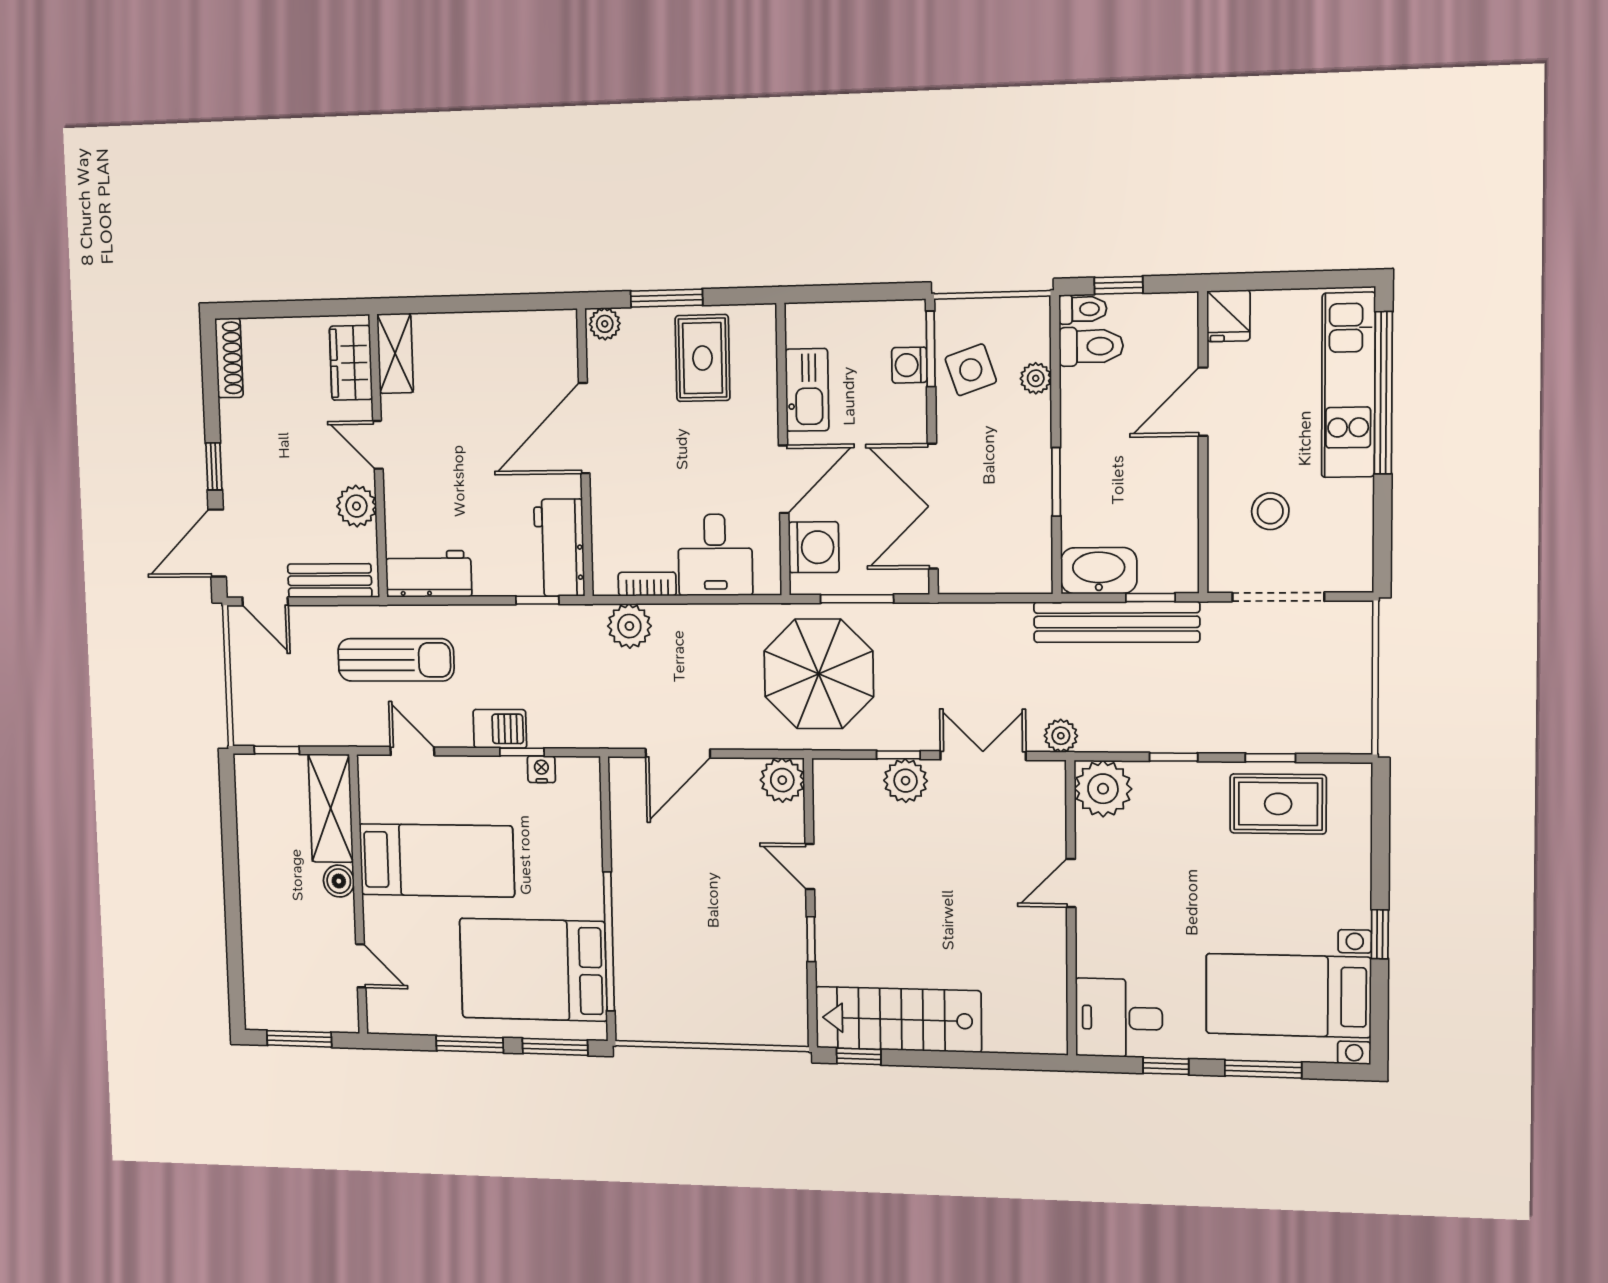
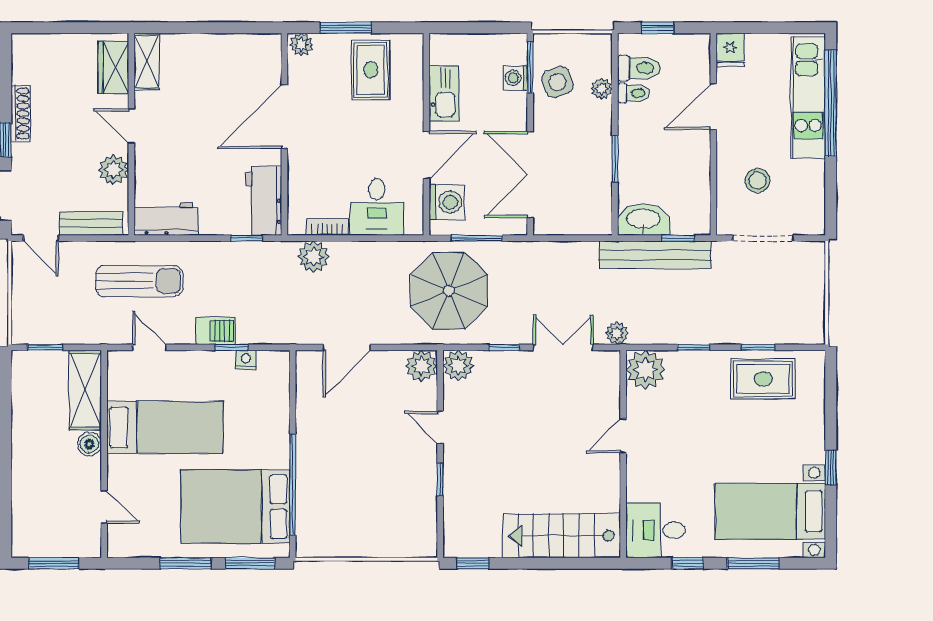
toilet: (1083, 309) -> (634, 93), moved
shoe rack: (229, 358) -> (21, 113), moved
plant: (906, 781) -> (458, 366), moved
stairs: (898, 1019) -> (562, 536), moved

